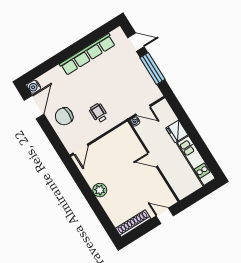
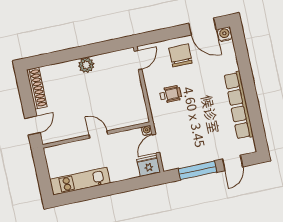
fridge: (177, 131) -> (149, 166), moved
door: (80, 149) -> (138, 60), swing flipped
door: (153, 160) -> (98, 135), hinge flipped

